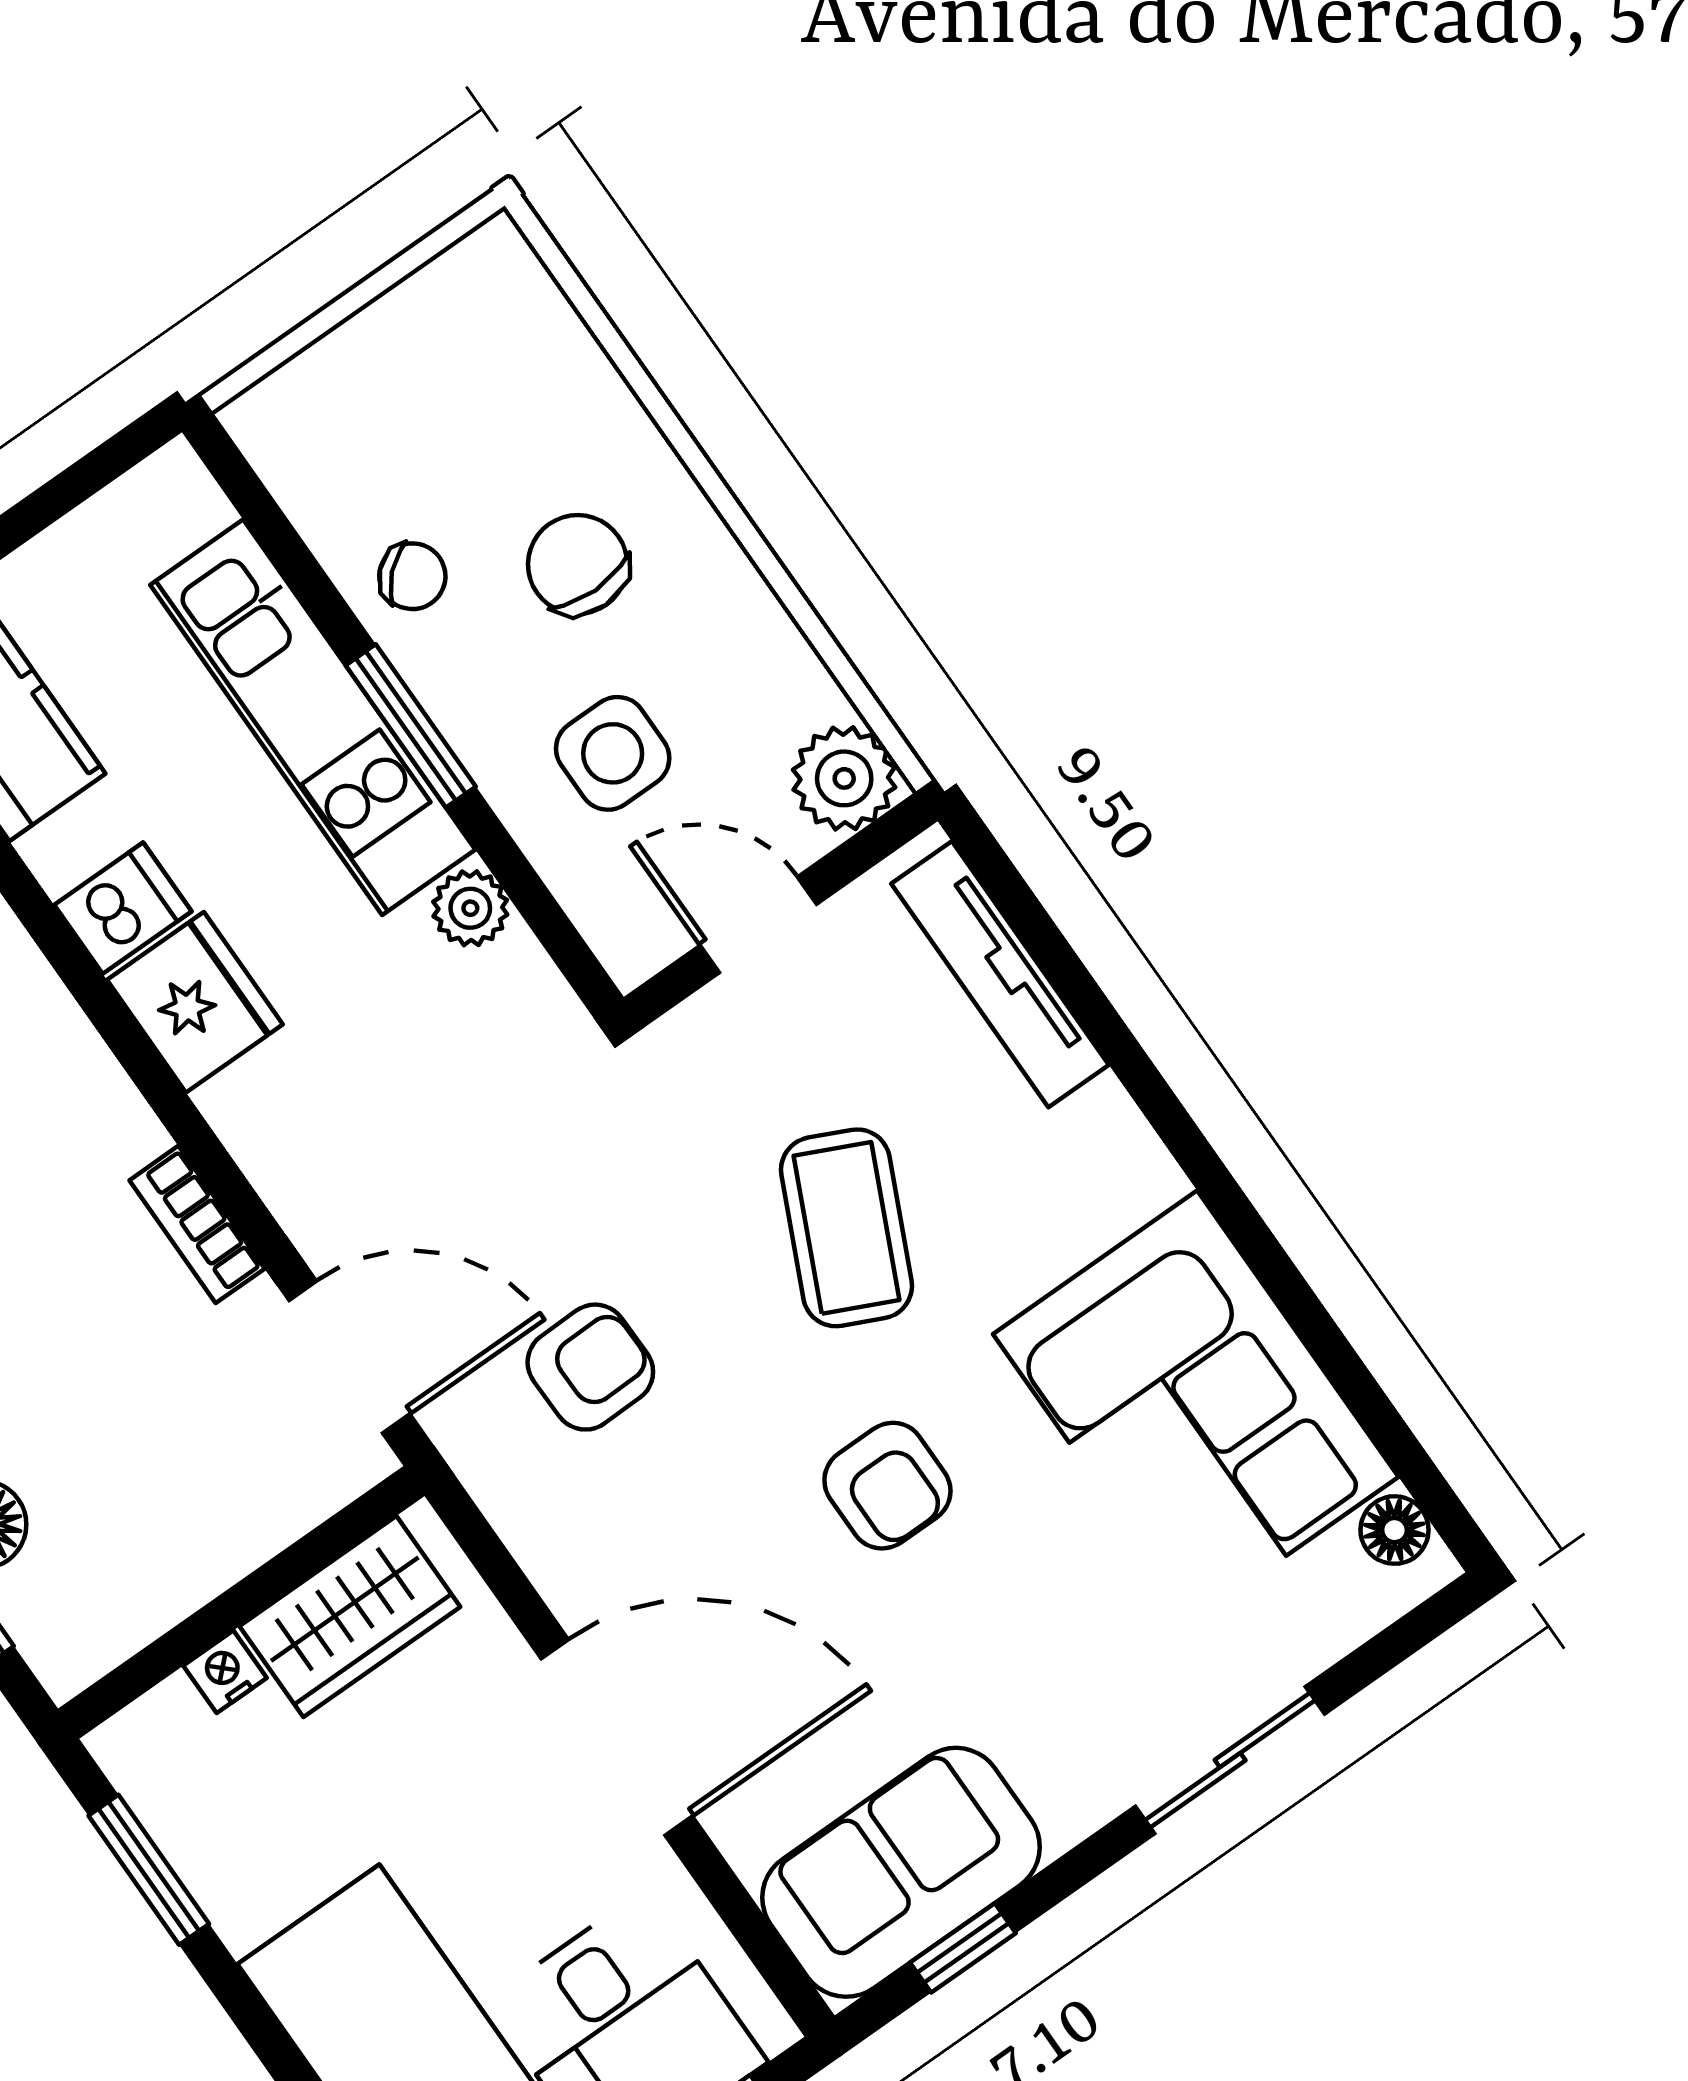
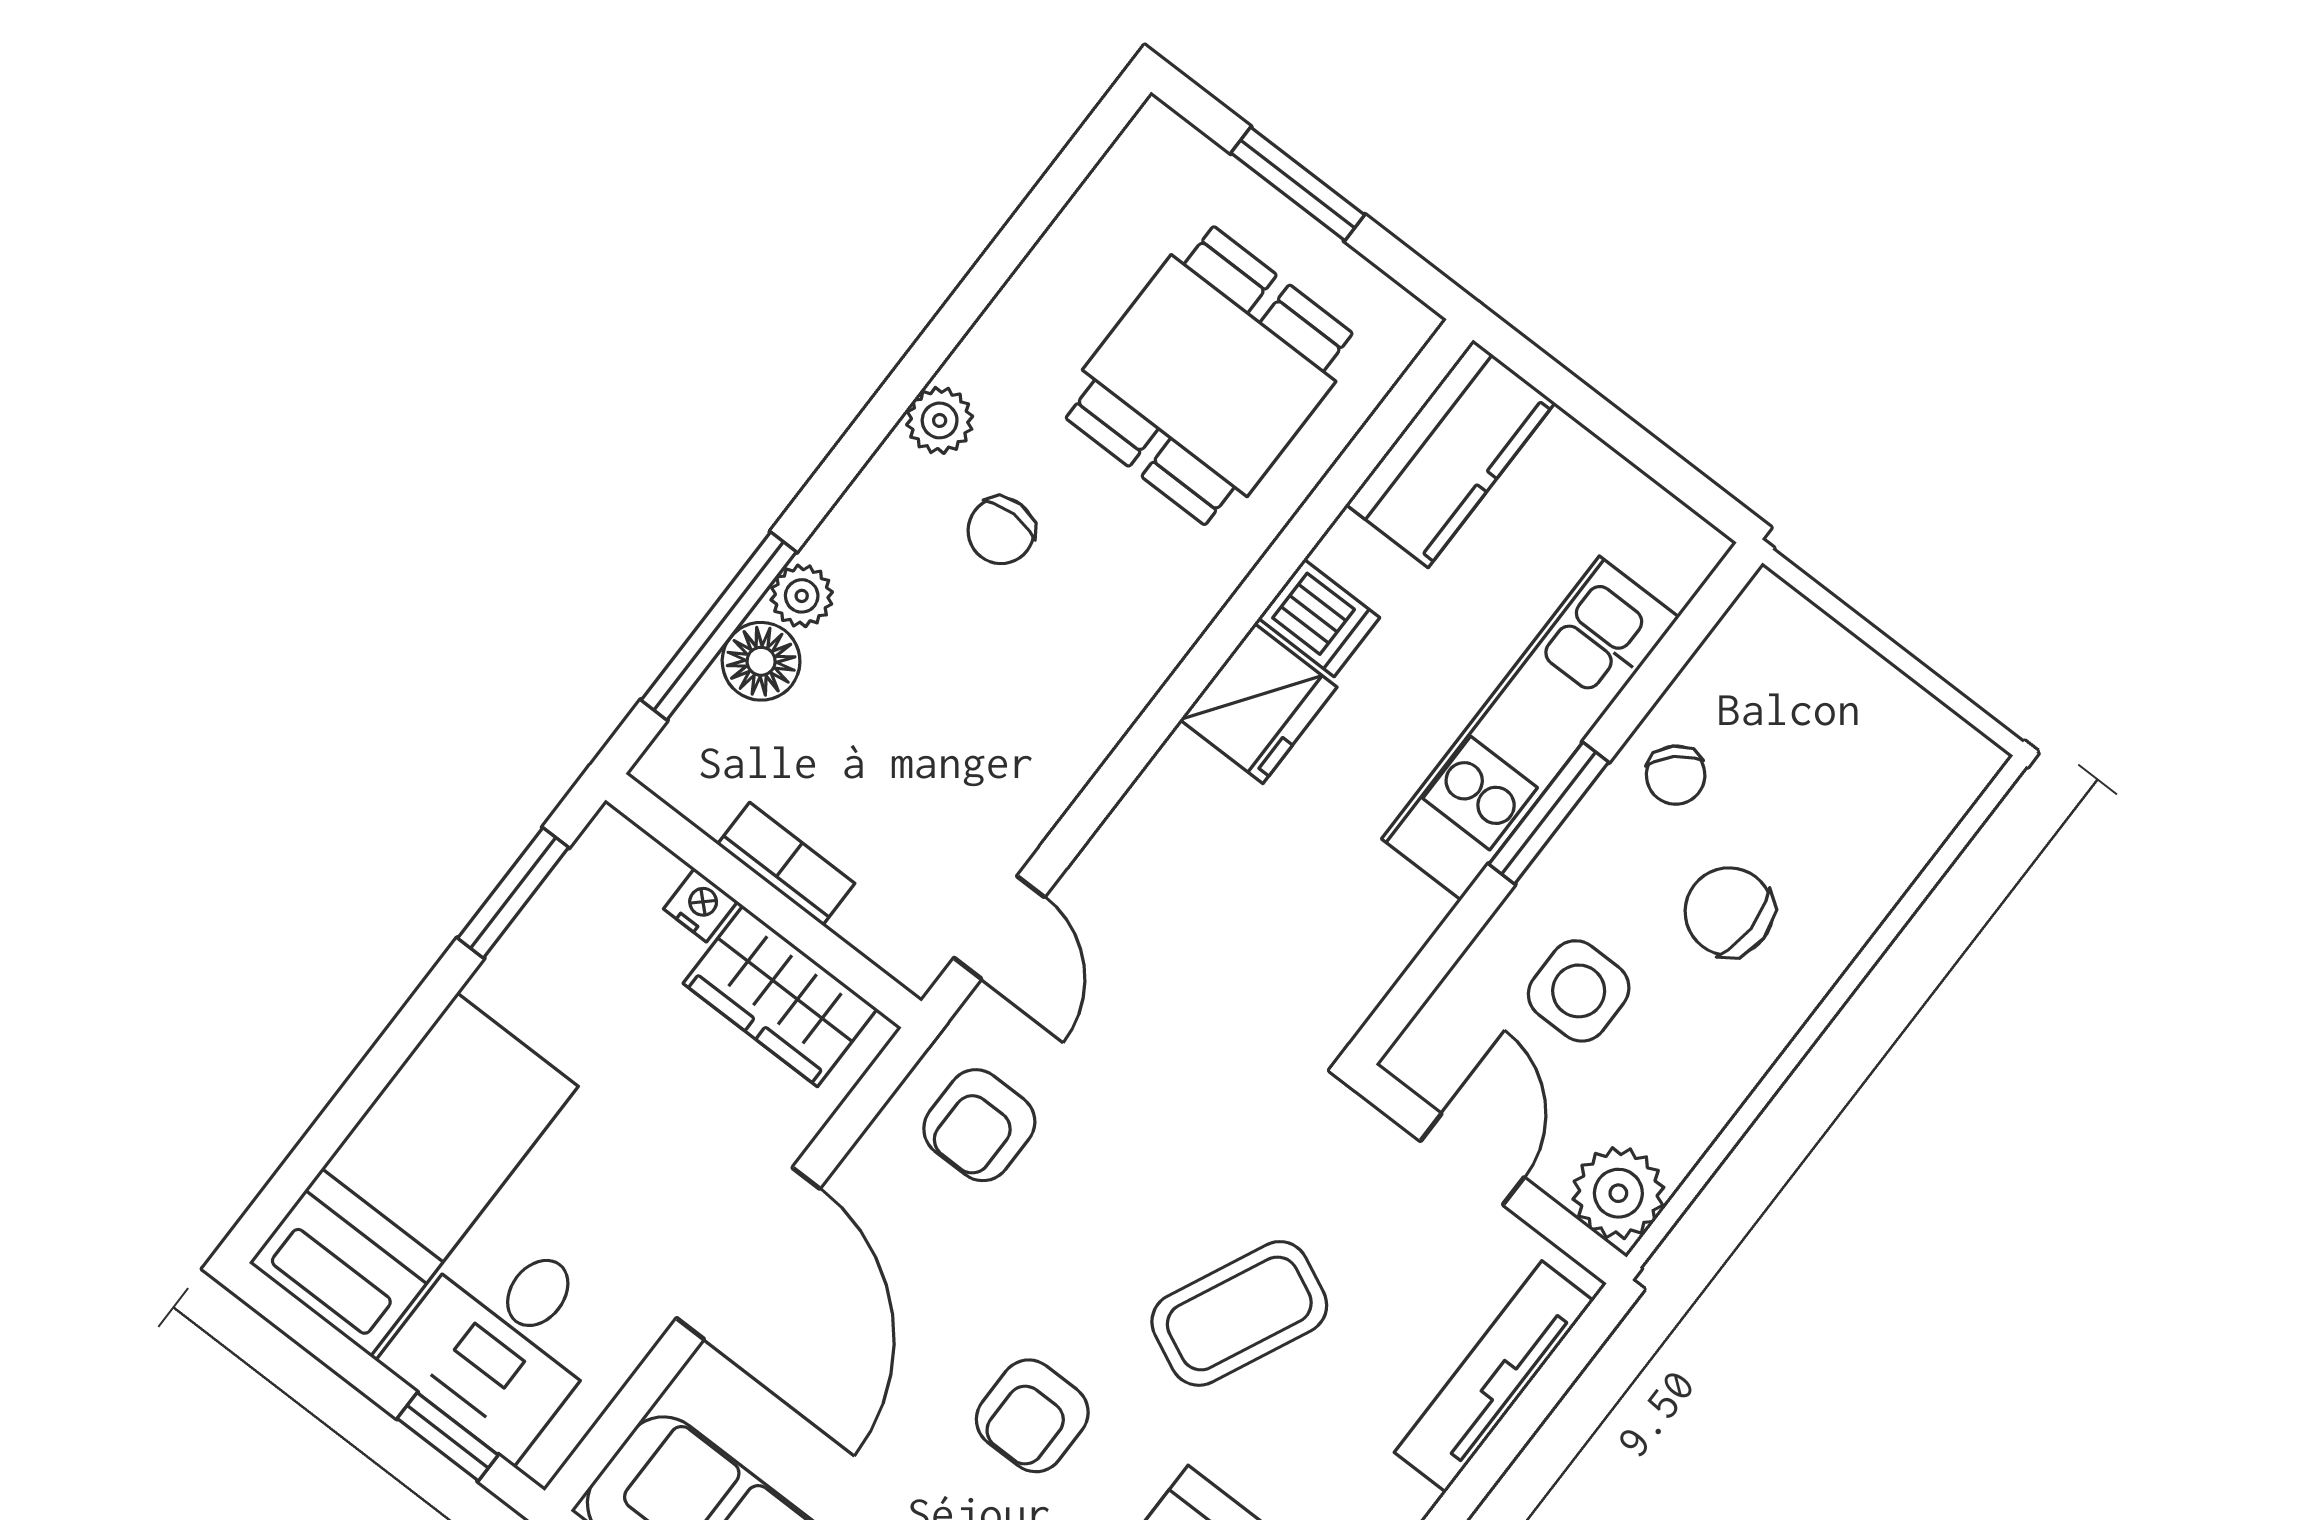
chair: (578, 564) -> (1729, 912), turned -90
plant: (470, 908) -> (1410, 911), removed
bookcase: (197, 1224) -> (786, 864), moved, turned 90
door: (349, 1357) -> (999, 927), width x0.73
armchair: (590, 1367) -> (979, 1125), moved, turned 91

